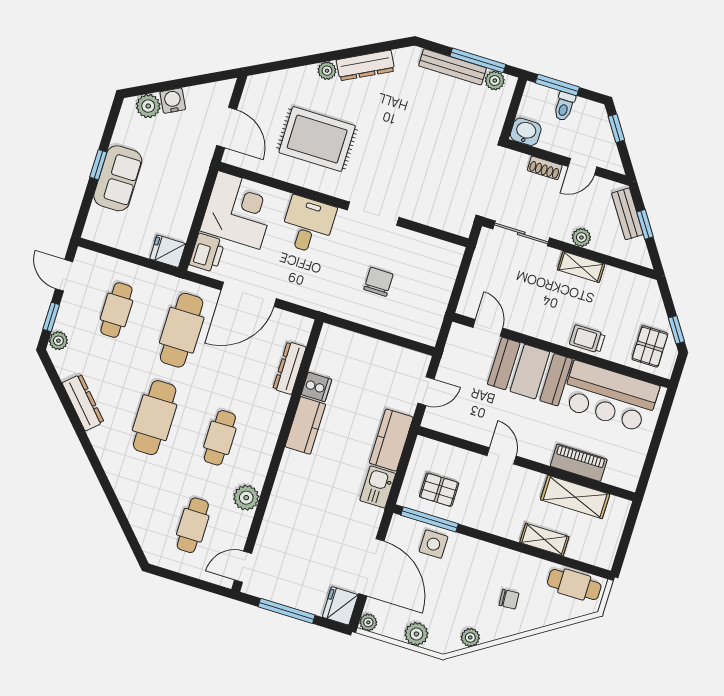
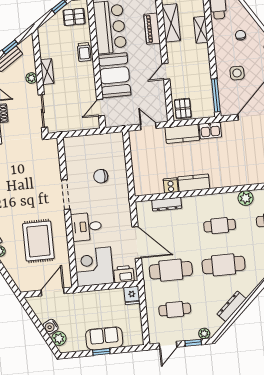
pallet: (439, 490) -> (183, 108), moved
side table: (433, 544) -> (237, 73), moved

